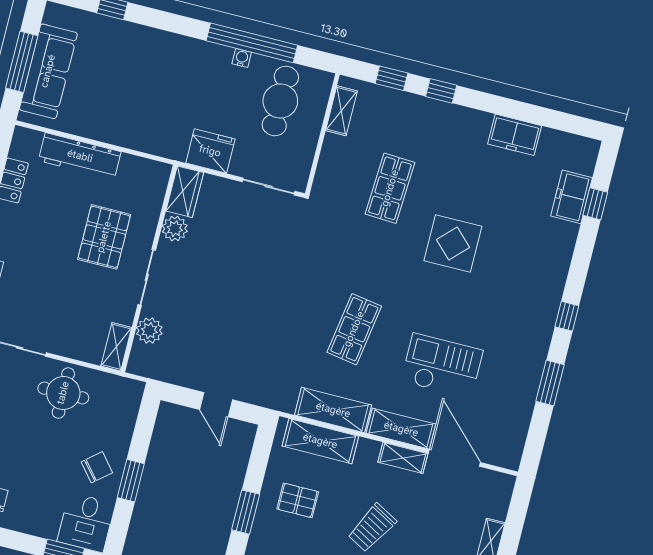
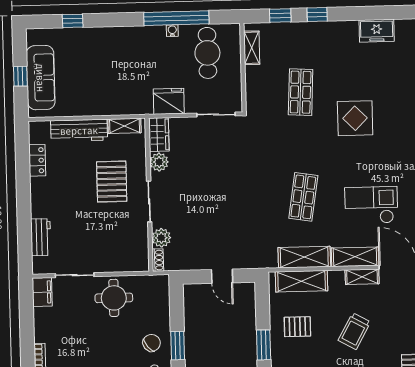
window: (22, 62) -> (20, 76), width x0.46
shelving: (116, 347) -> (125, 126), moved, turned 90
shoe rack: (136, 359) -> (158, 260), added

